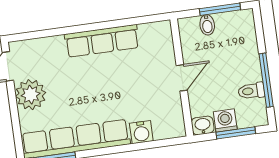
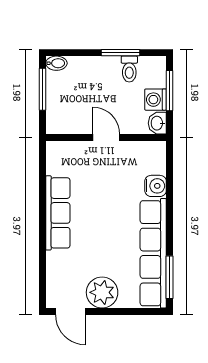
bidet: (207, 25) -> (56, 63), moved
window: (266, 80) -> (121, 53), width x0.69

